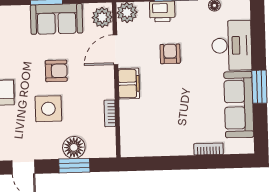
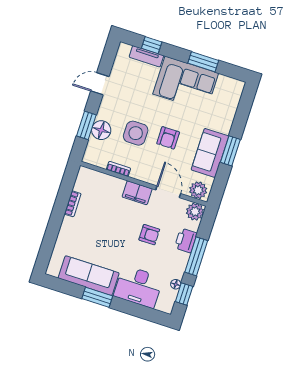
side table: (48, 109) -> (136, 133), moved
bookcase: (209, 149) -> (73, 204), moved

